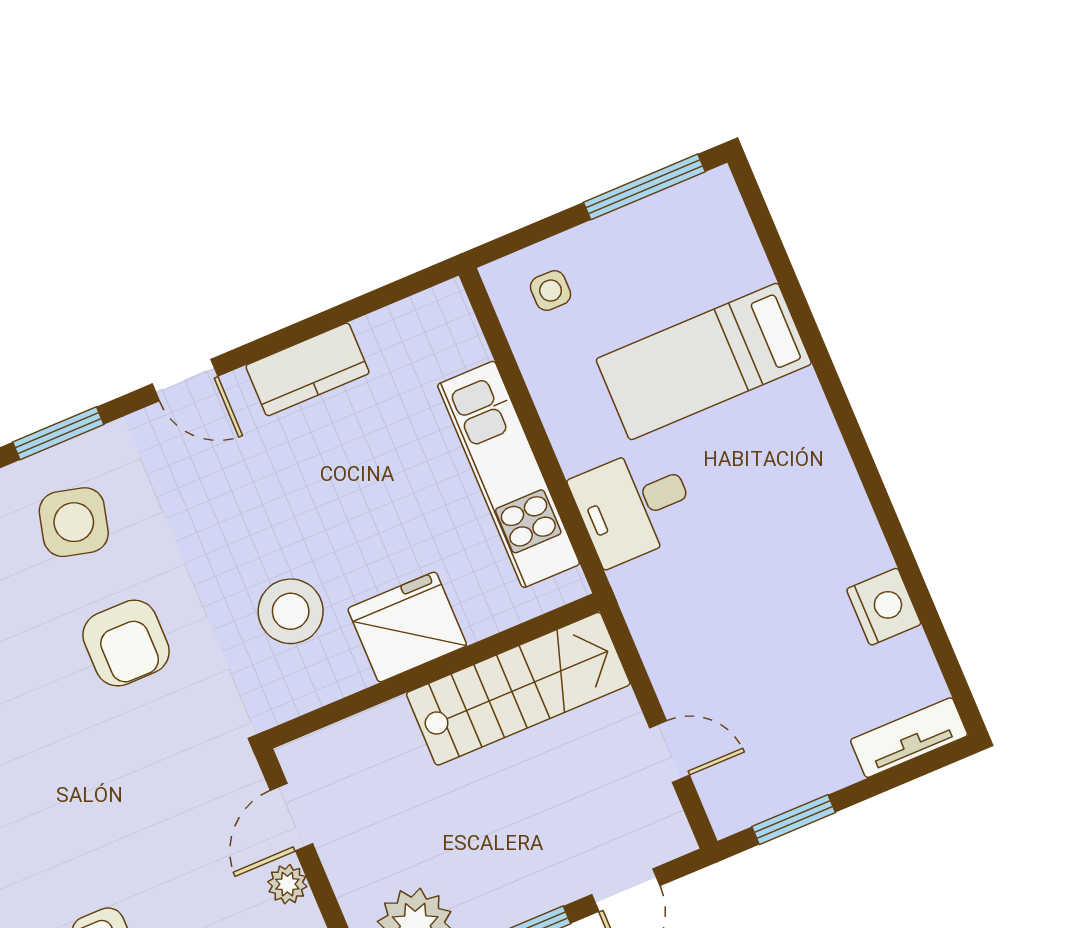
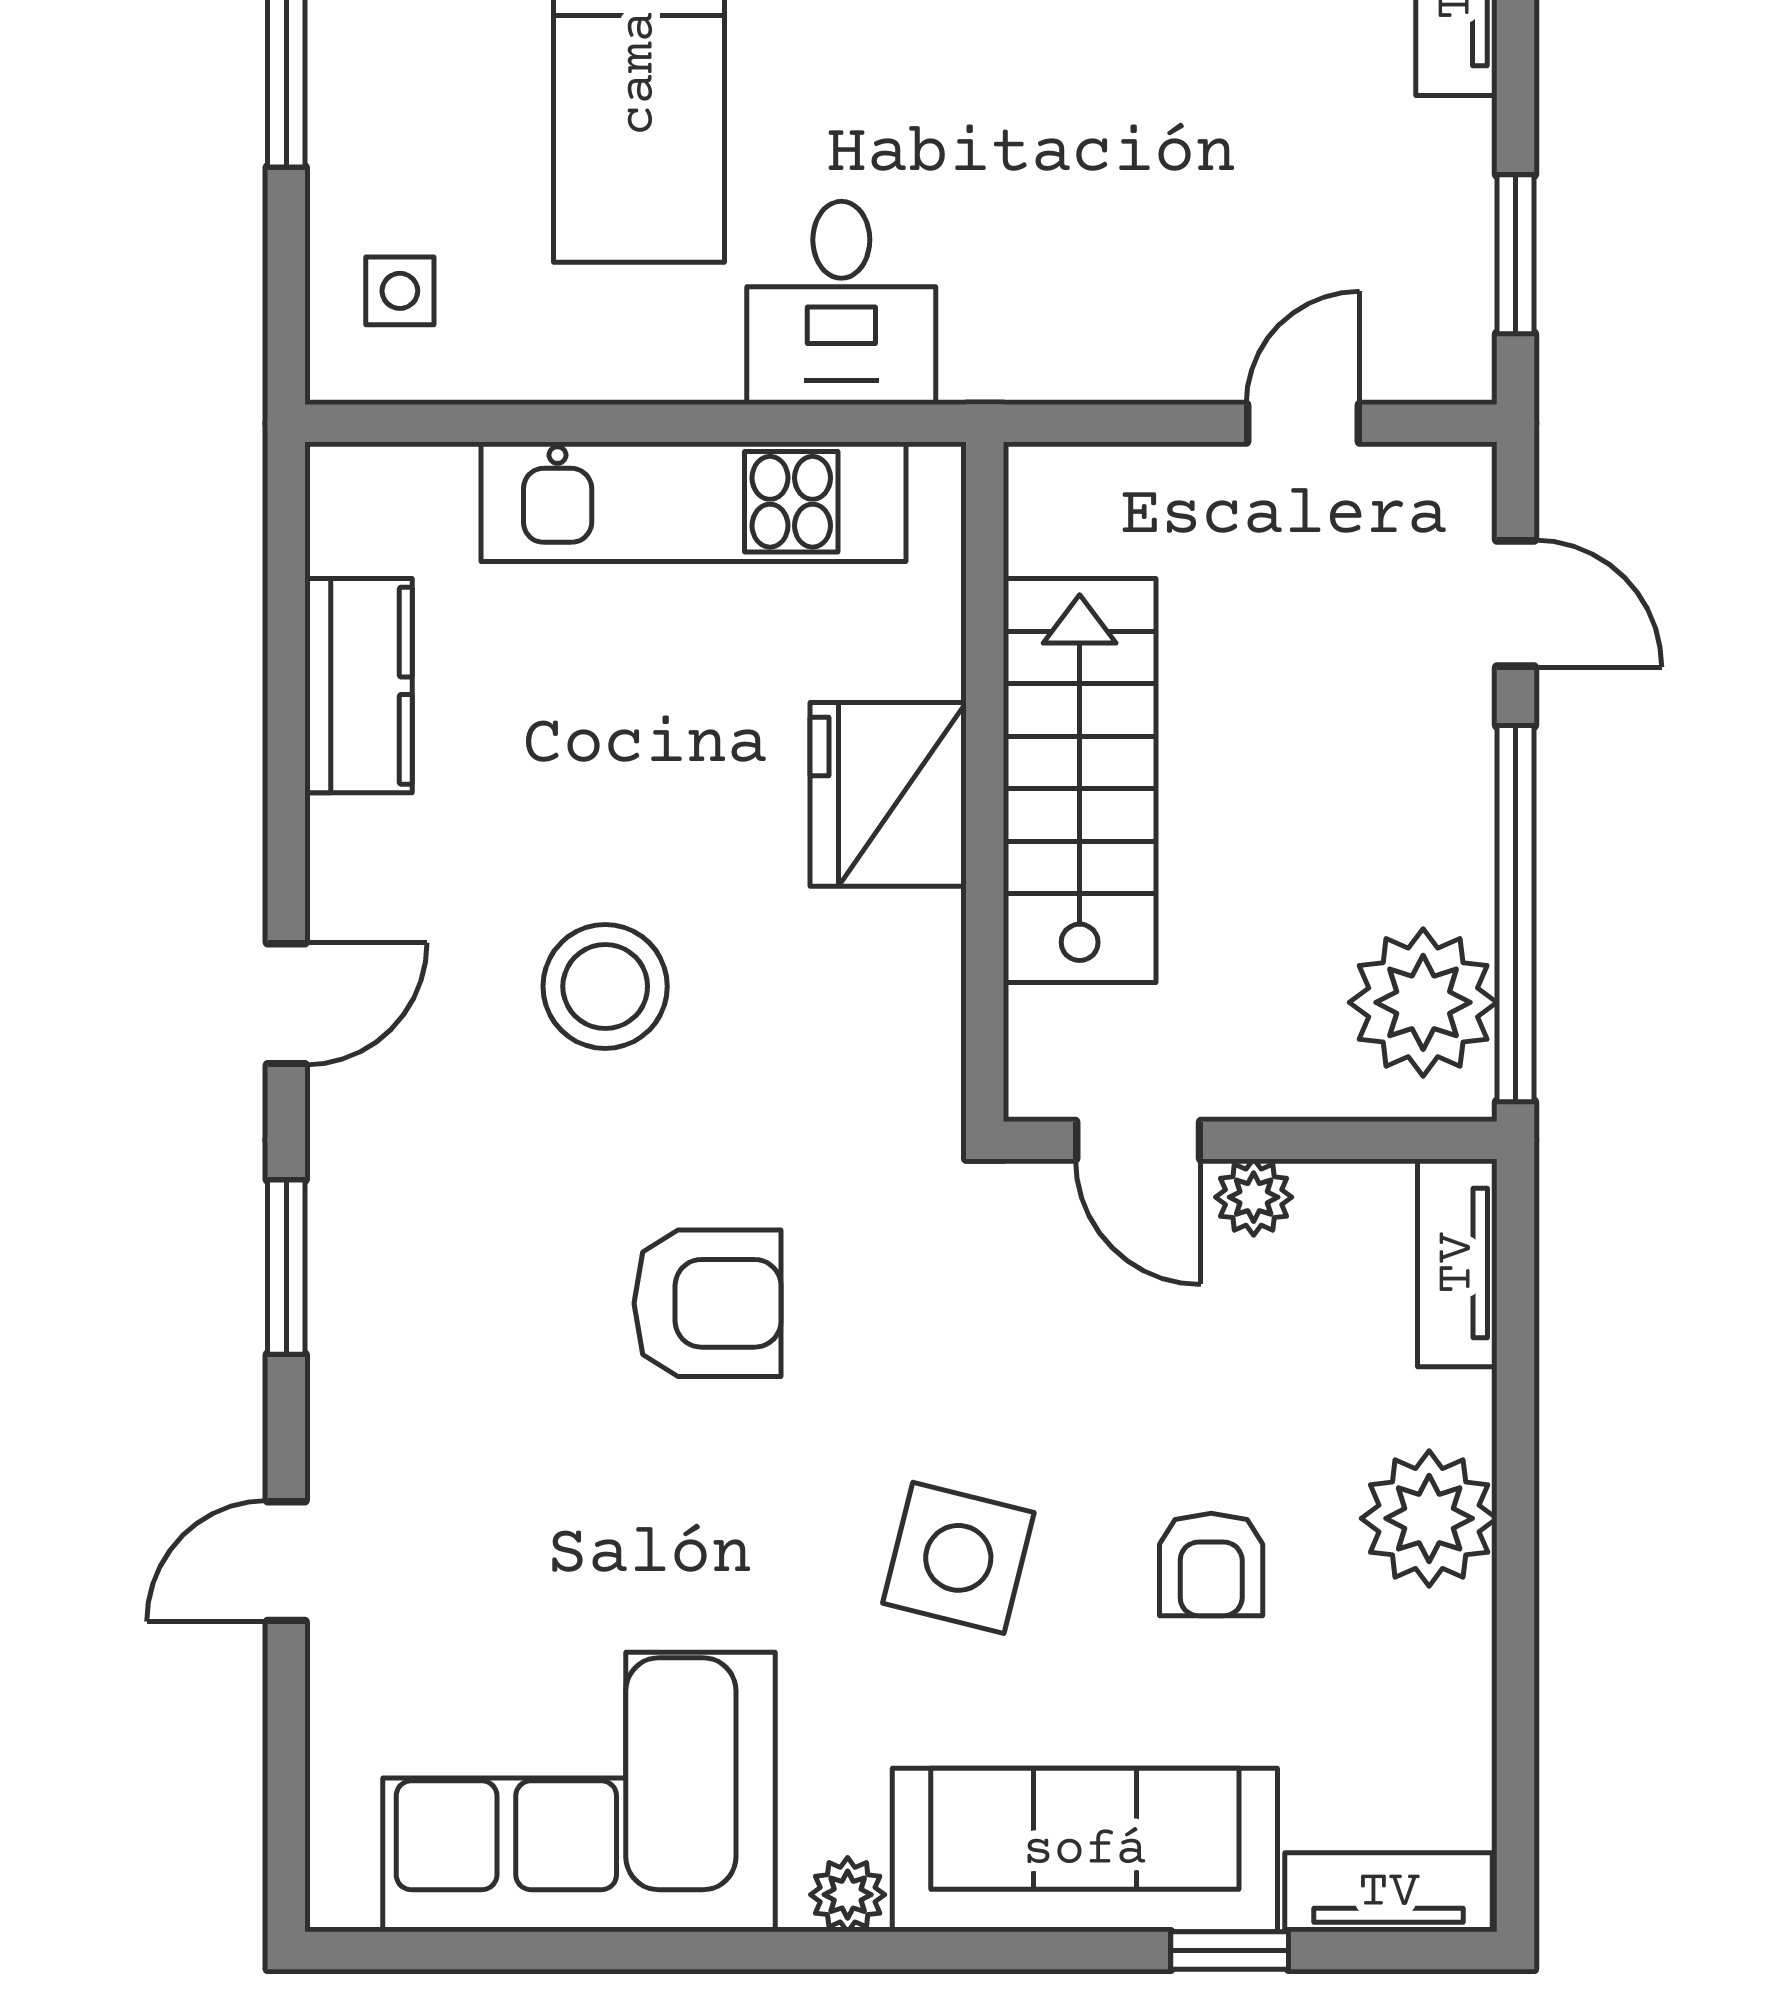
kitchen counter: (307, 369) -> (359, 686), moved
side table: (74, 522) -> (958, 1558), moved
stool: (291, 611) -> (605, 986), moved
stairs: (518, 689) -> (1080, 781), moved

